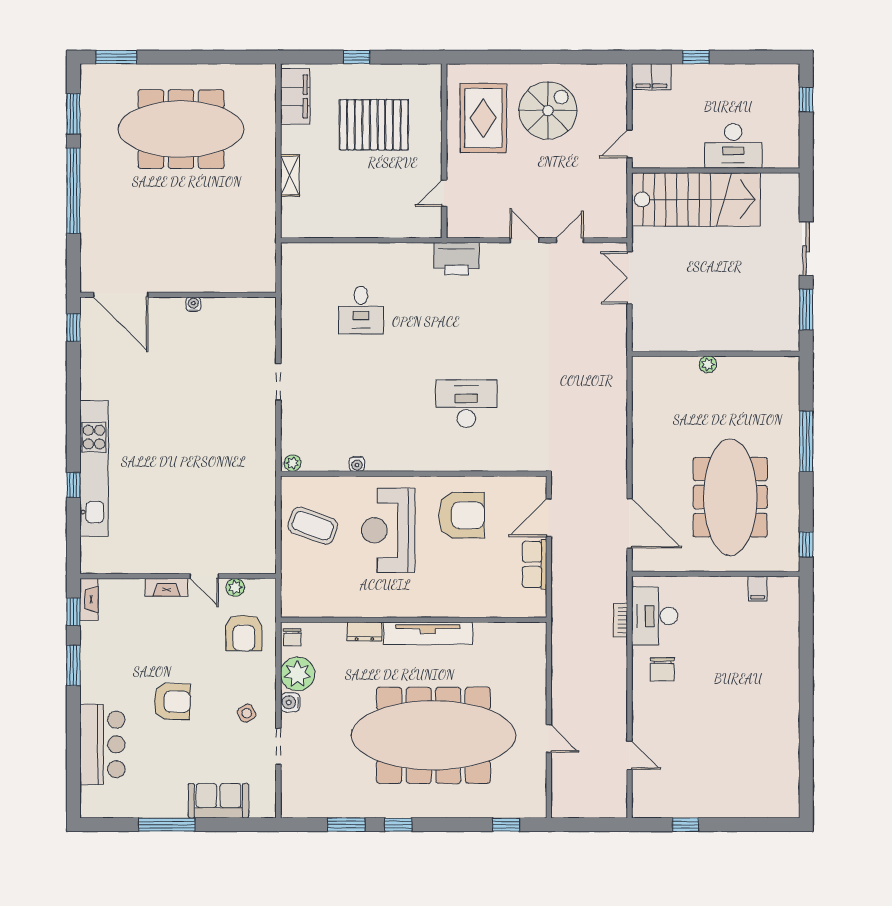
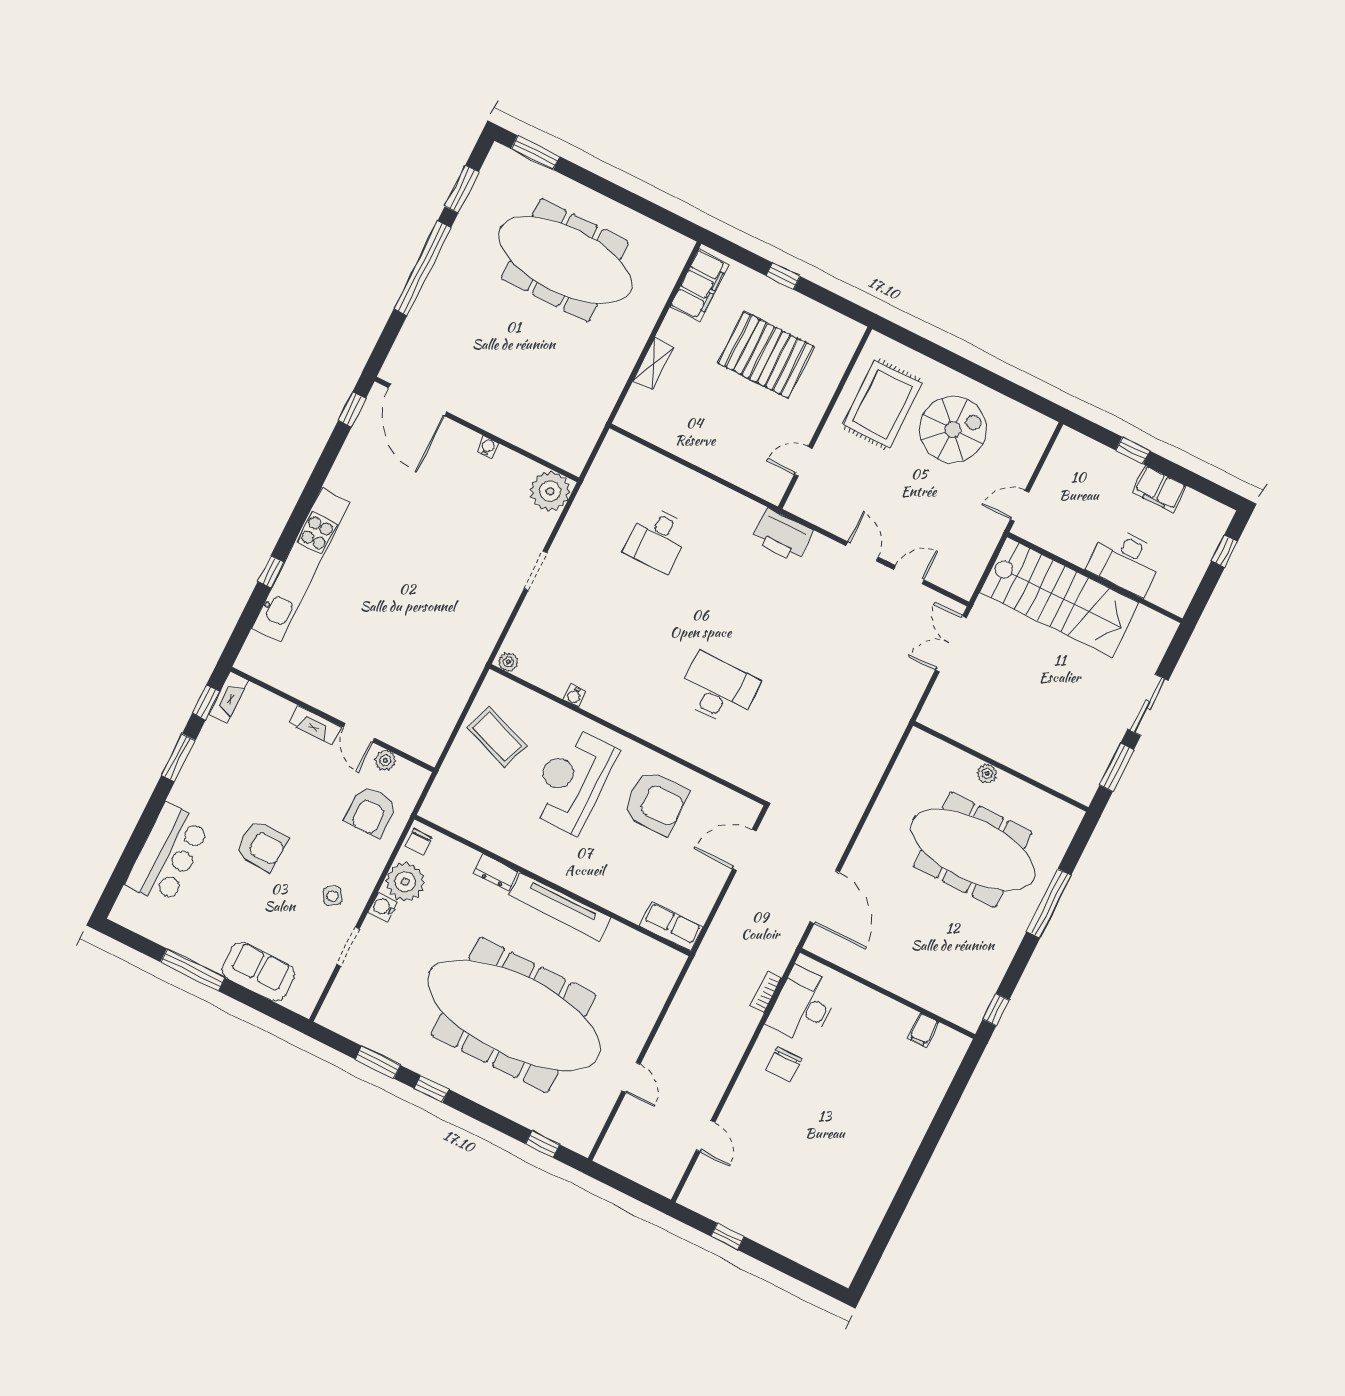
filing cabinet: (651, 77) -> (1160, 489), moved
plant: (259, 314) -> (550, 491), added
meeting table: (730, 497) -> (973, 849), moved, turned 90
row of seats: (535, 564) -> (671, 926), moved, turned 90

